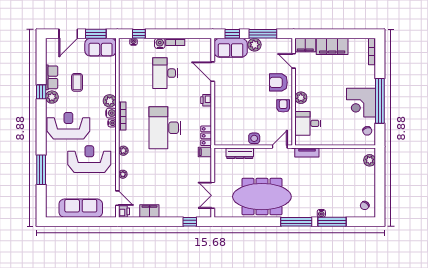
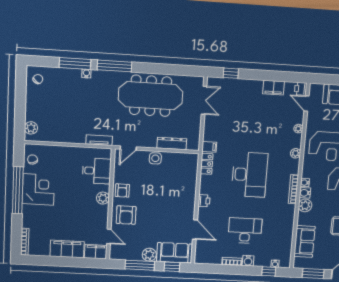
sofa: (101, 47) -> (304, 241), moved, turned 90
desk: (165, 73) -> (245, 231), turned -90
armchair: (278, 82) -> (126, 215), turned 90

